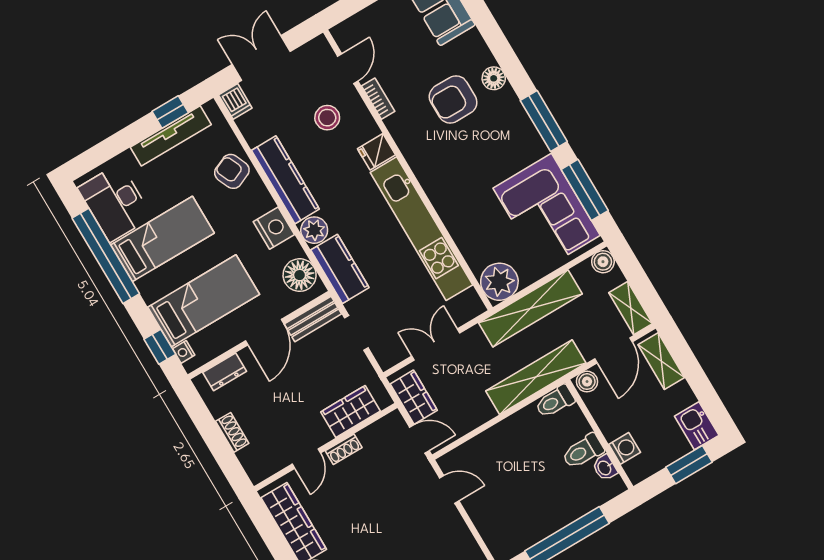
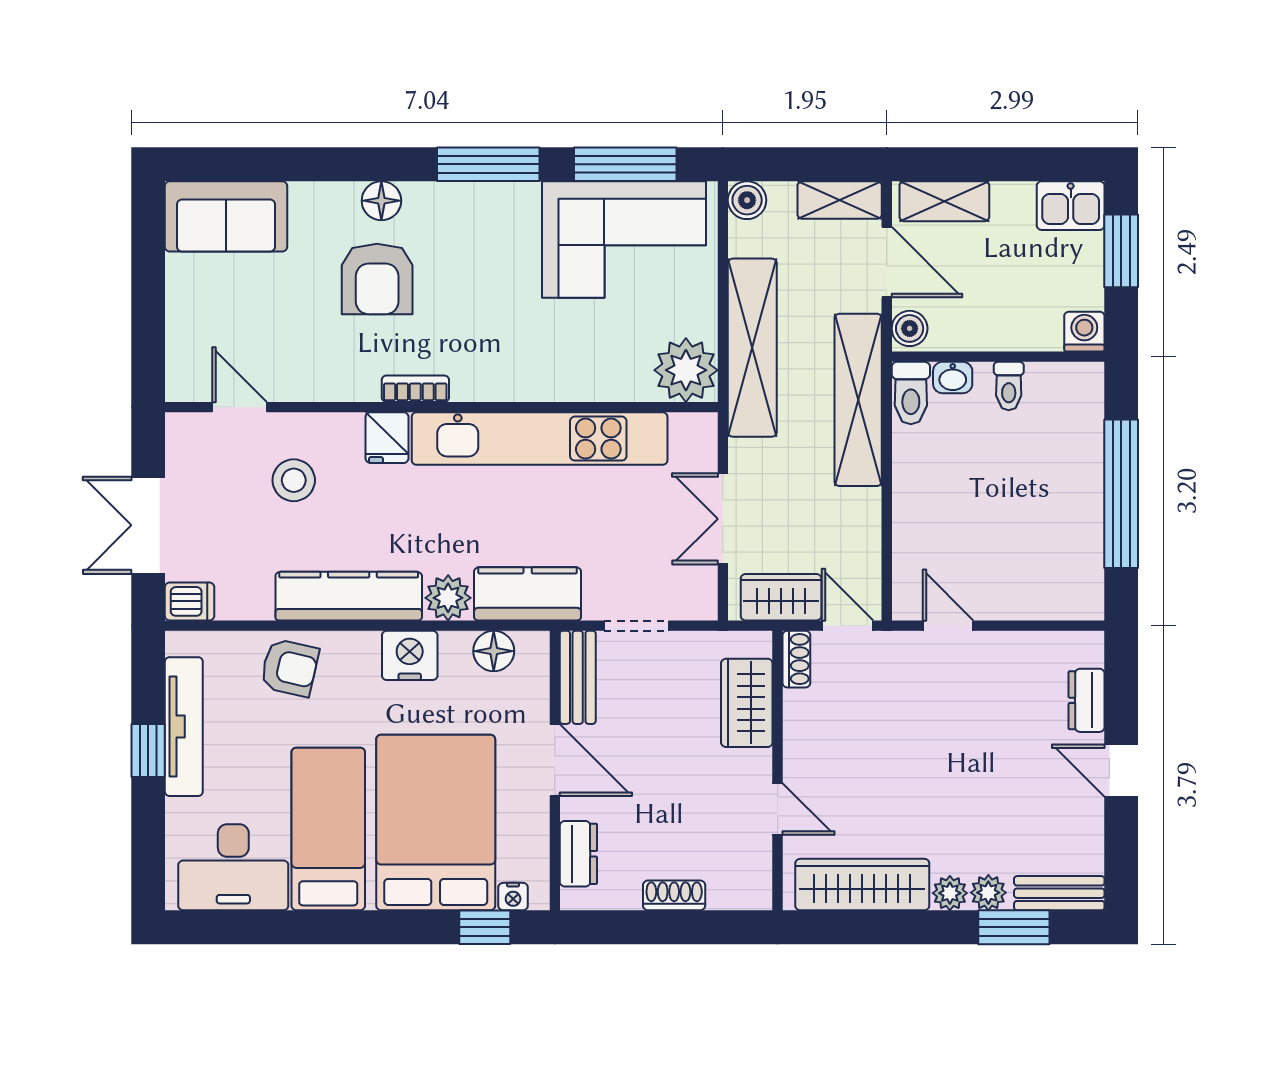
bookcase: (378, 99) -> (415, 389), moved
window: (170, 112) -> (148, 751), moved
armchair: (232, 171) -> (290, 668), turned -143
window: (106, 256) -> (304, 927), removed
floor lamp: (300, 275) -> (494, 651), width x0.73, depth x0.73
bed: (204, 301) -> (436, 822), width x1.50
door: (419, 439) -> (847, 626), hinge flipped
washing machine: (625, 448) -> (1084, 332), moved
shoe rack: (344, 449) -> (796, 659), moved
toilet: (583, 451) -> (1009, 386), width x0.73, depth x0.72
washbasin: (605, 468) -> (953, 378), moved
door: (449, 489) -> (948, 626), hinge flipped

